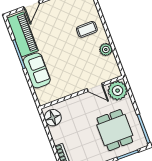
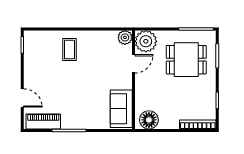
piano: (23, 34) -> (43, 122), width x0.73, depth x0.75
plant: (106, 49) -> (125, 37), moved
sofa: (37, 70) -> (121, 109), moved, turned -90

